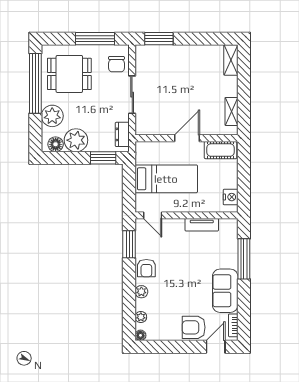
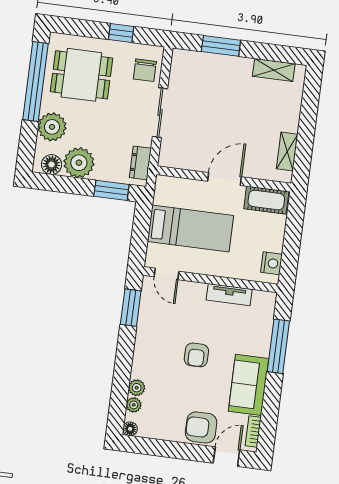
window: (95, 39) -> (121, 33), width x0.46
window: (159, 39) -> (221, 46), moved
shelving: (231, 60) -> (274, 70), moved, turned 90
armchair: (146, 268) -> (196, 355), moved
plant: (141, 292) -> (137, 388), moved

